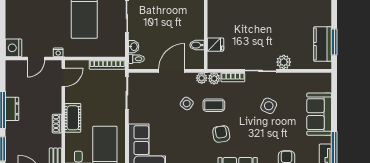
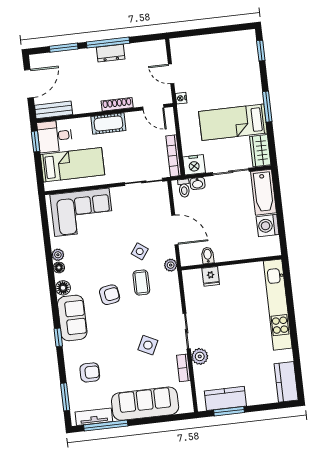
nightstand: (13, 48) -> (194, 165), moved, turned 180
bookcase: (233, 77) -> (183, 368), moved
plant: (214, 78) -> (172, 279), removed
sofa: (319, 114) -> (145, 404), width x1.36
shoe rack: (57, 124) -> (117, 104), moved, width x1.43

